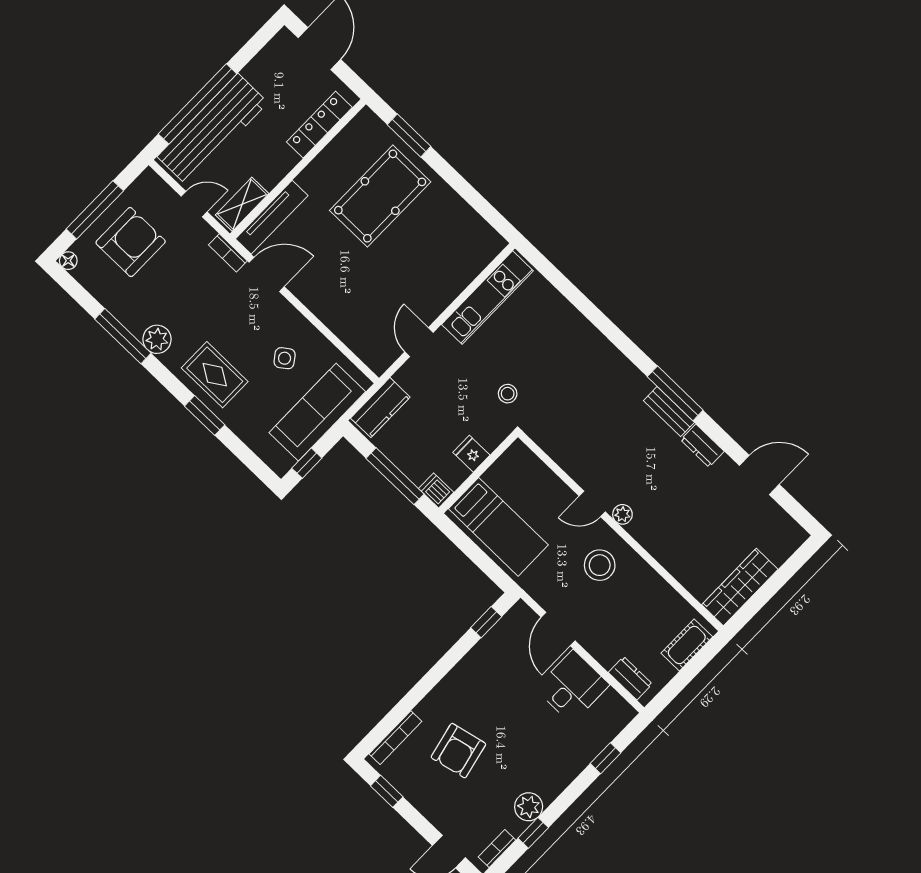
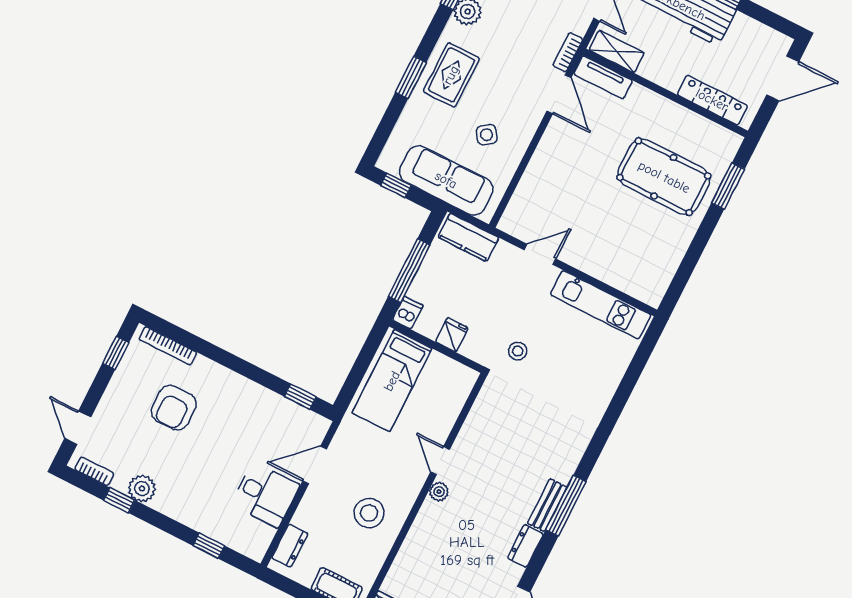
tv unit: (272, 217) -> (603, 77), width x0.71
stool: (600, 565) -> (369, 513), moved
armchair: (458, 751) -> (174, 408), turned -77

